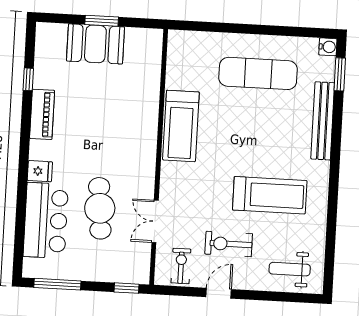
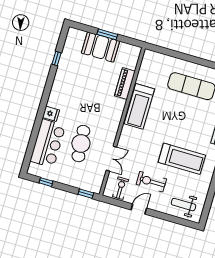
piano: (42, 114) -> (125, 84), moved, turned 180
double door: (155, 221) -> (111, 159), swing flipped
window: (57, 284) -> (46, 182), width x0.46

